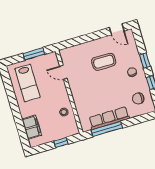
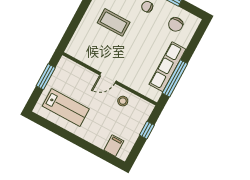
coffee table: (104, 62) -> (114, 22), turned 90
door: (63, 72) -> (108, 78), moved
filing cabinet: (32, 127) -> (114, 146), width x0.50

